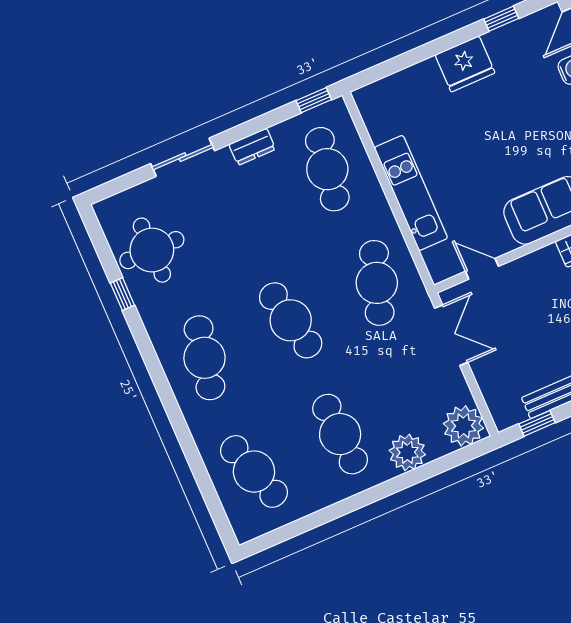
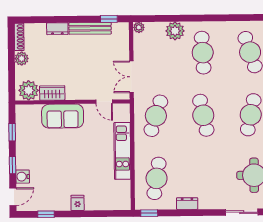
fridge: (465, 64) -> (78, 203), width x0.53, depth x0.75
sliding door: (183, 157) -> (242, 212), moved
plant: (463, 426) -> (139, 27), width x0.53, depth x0.53

